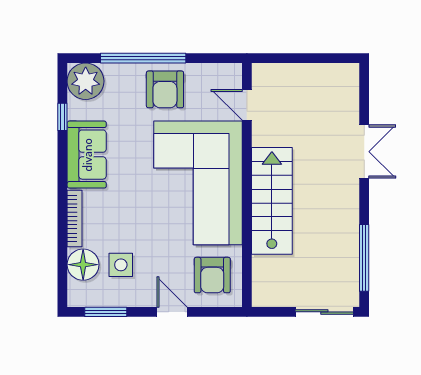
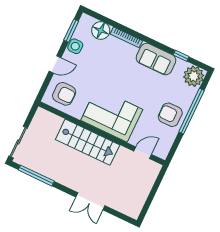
corner sofa: (198, 183) -> (112, 115), width x0.73, depth x0.74
side table: (121, 265) -> (75, 46), moved
armchair: (212, 275) -> (64, 94), turned 180

